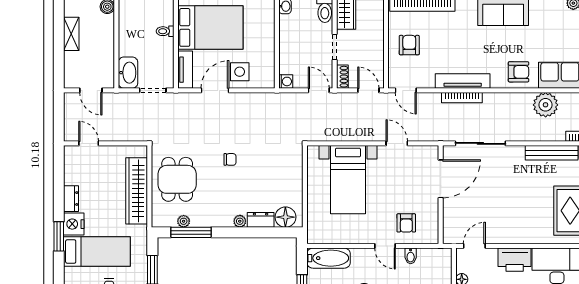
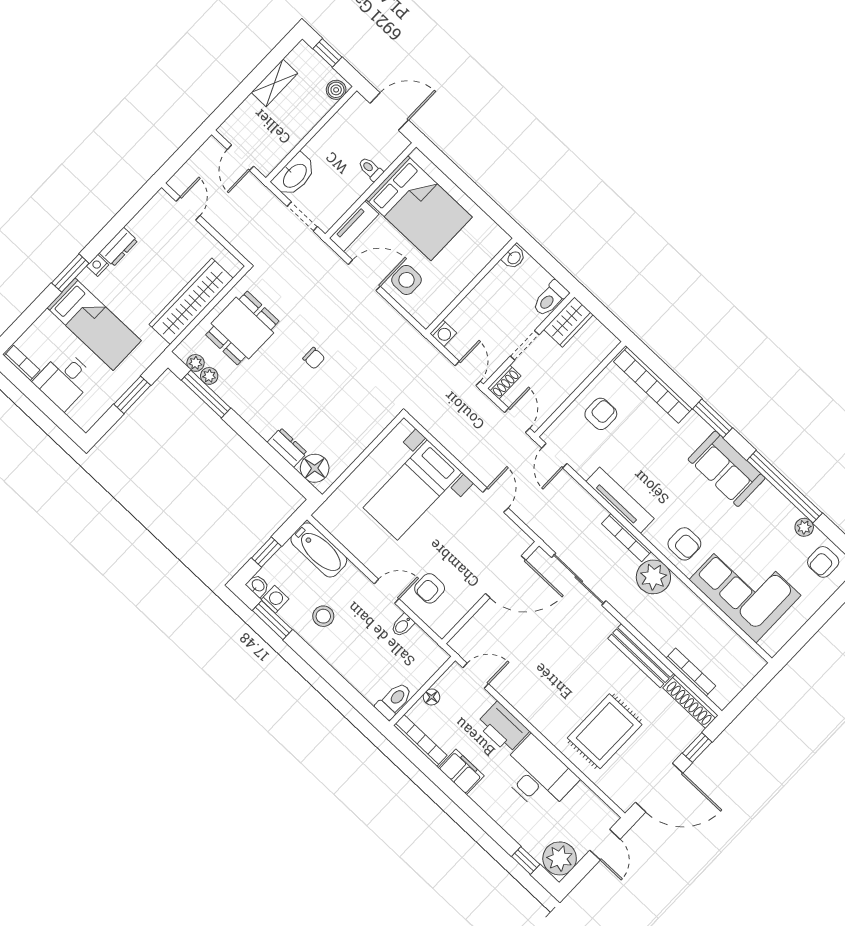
bookcase: (462, 98) -> (626, 538), moved
plant: (546, 105) -> (653, 577), moved
plant: (240, 221) -> (196, 363), moved
nightstand: (74, 224) -> (98, 265), width x0.53, depth x0.56
door: (385, 246) -> (387, 591), swing flipped

